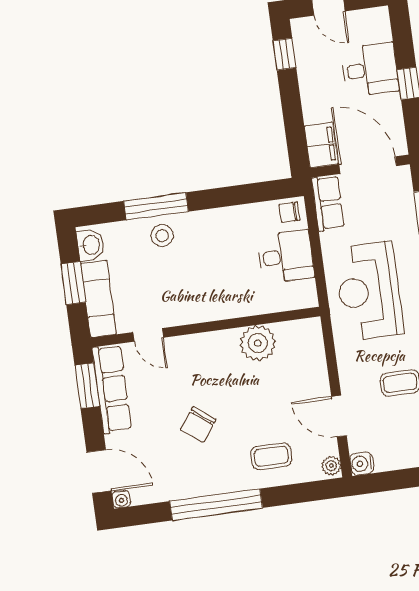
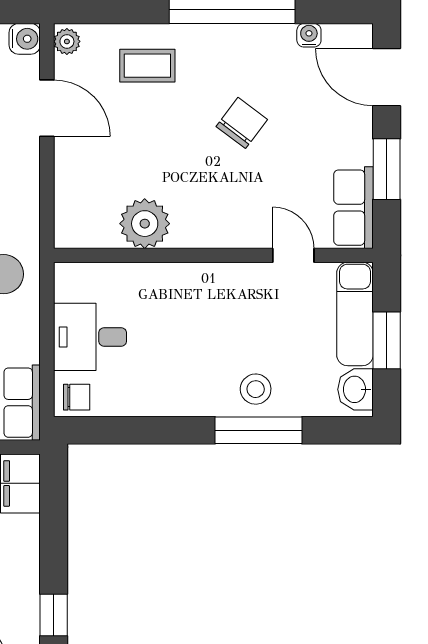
window: (87, 386) -> (387, 169), moved
row of seats: (112, 389) -> (354, 208), width x0.68
water cooler: (121, 499) -> (309, 35), moved

